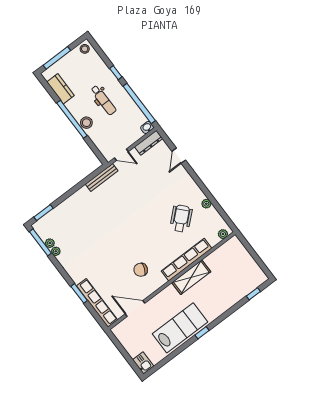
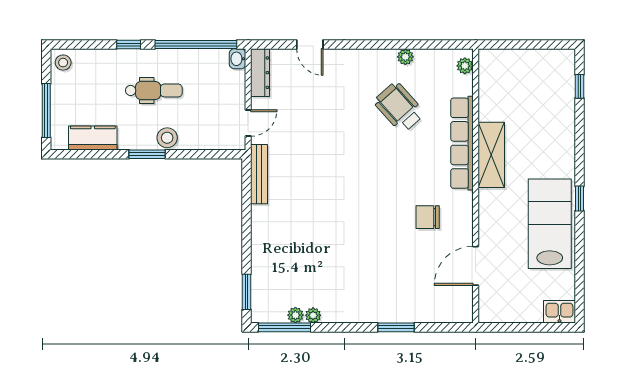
window: (72, 119) -> (147, 154), width x0.47
chair: (141, 270) -> (428, 217), turned 68
row of seats: (97, 303) -> (428, 312), removed

